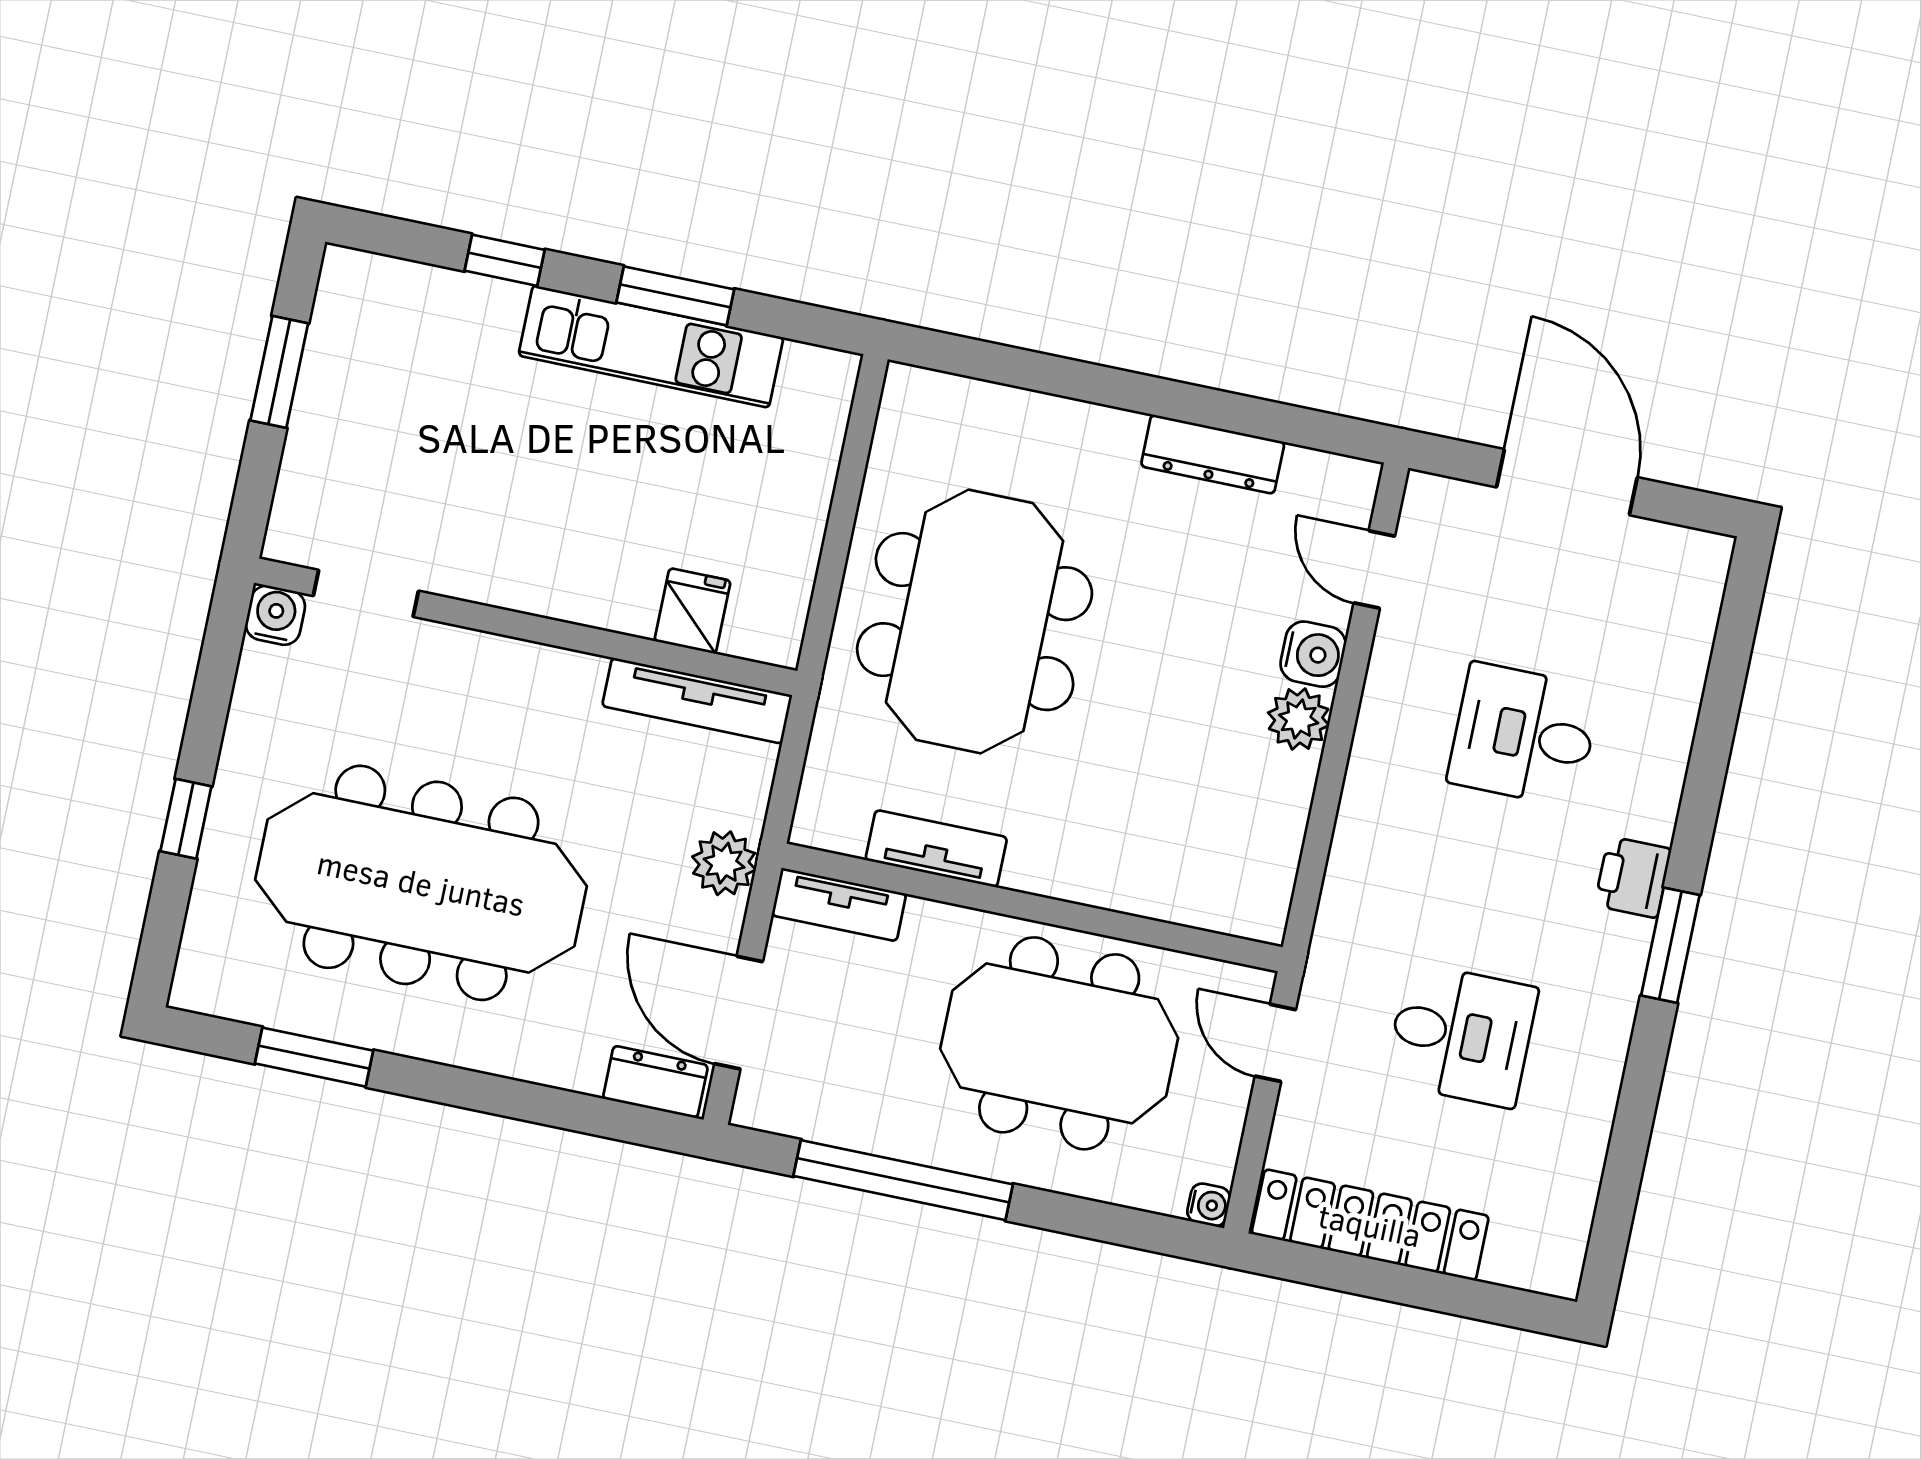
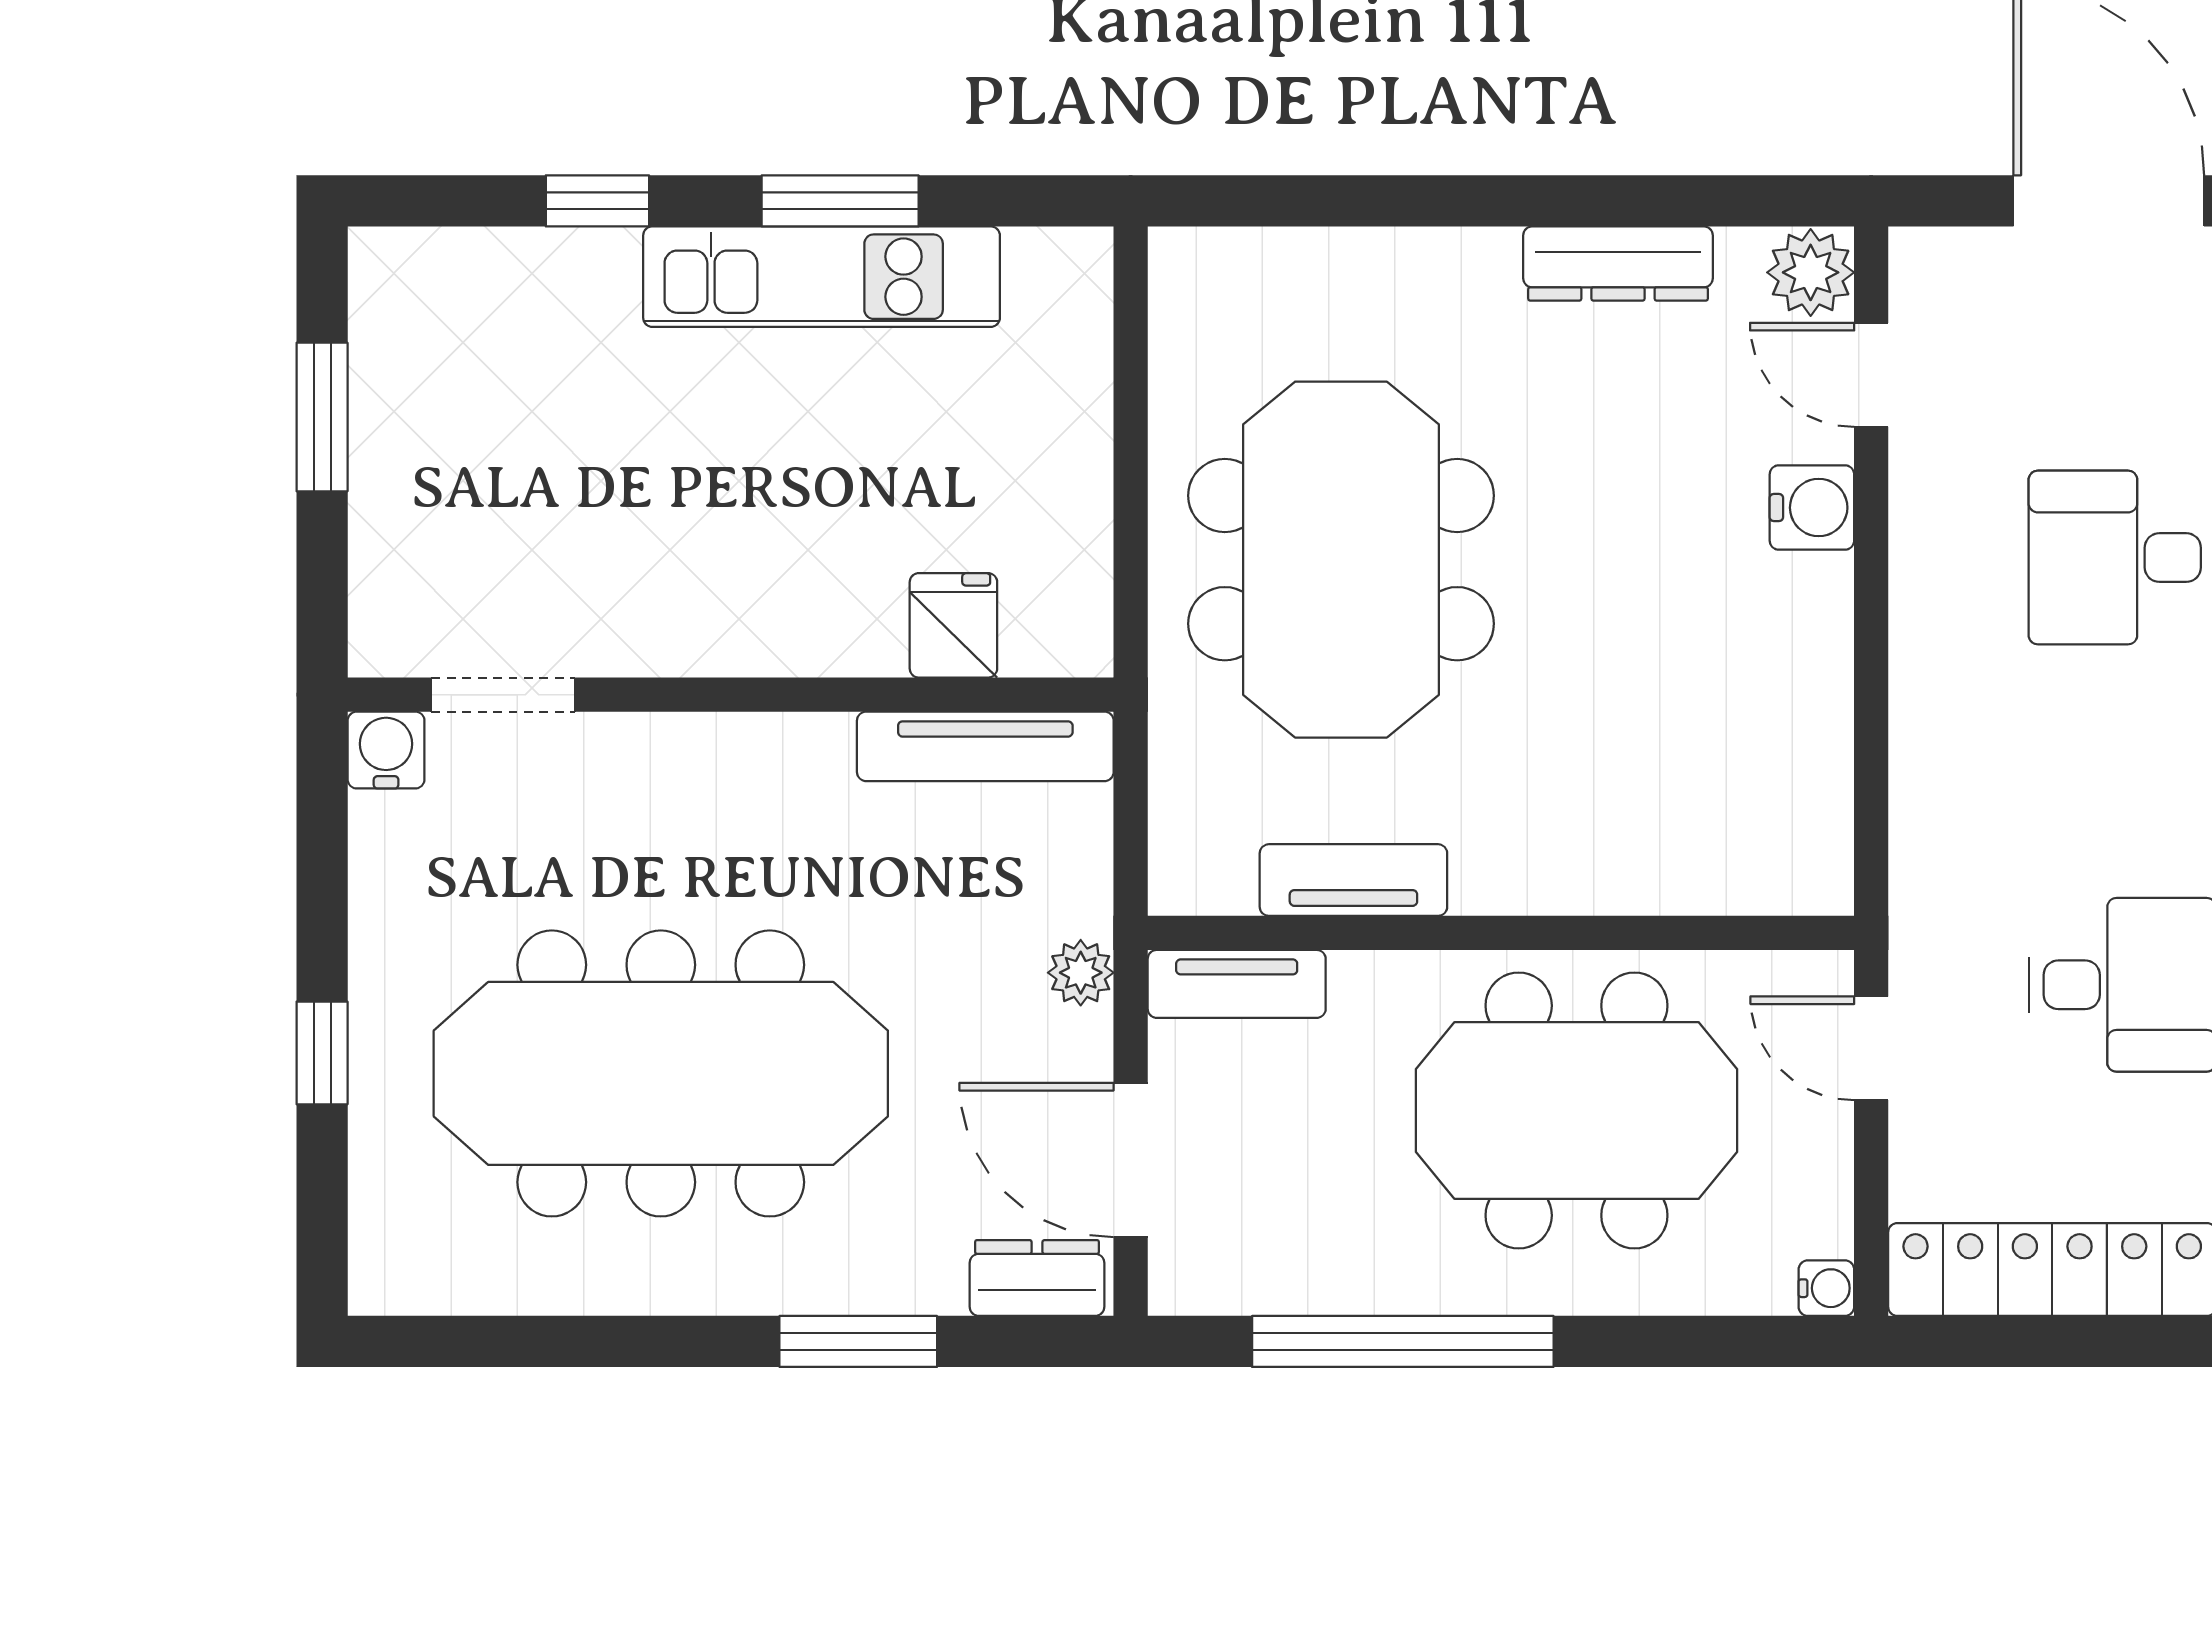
plant: (1299, 719) -> (1811, 272), moved
plant: (724, 863) -> (1081, 973), width x0.73, depth x0.73
window: (314, 1057) -> (858, 1341), moved

